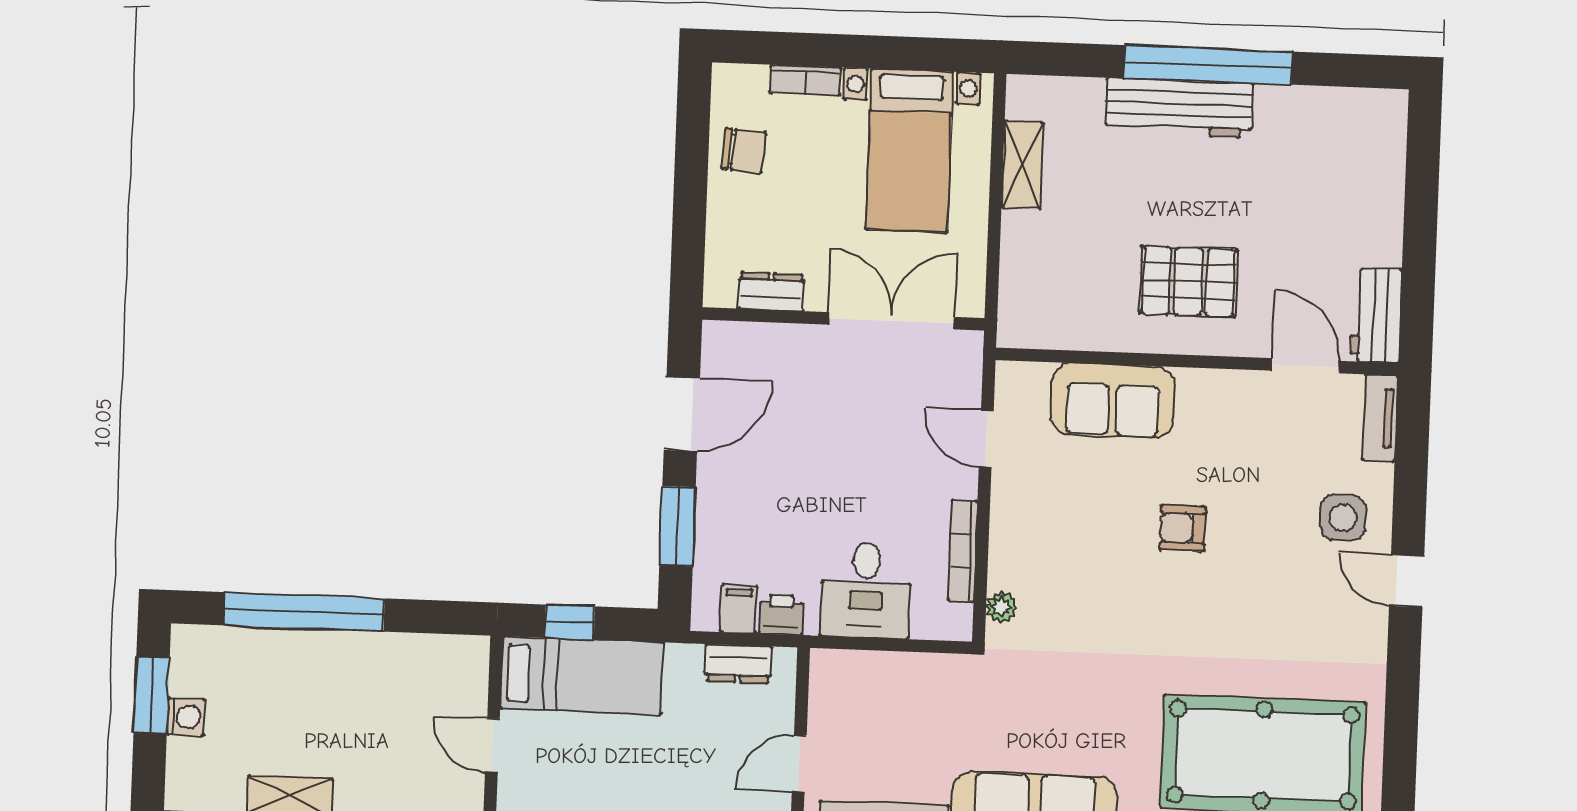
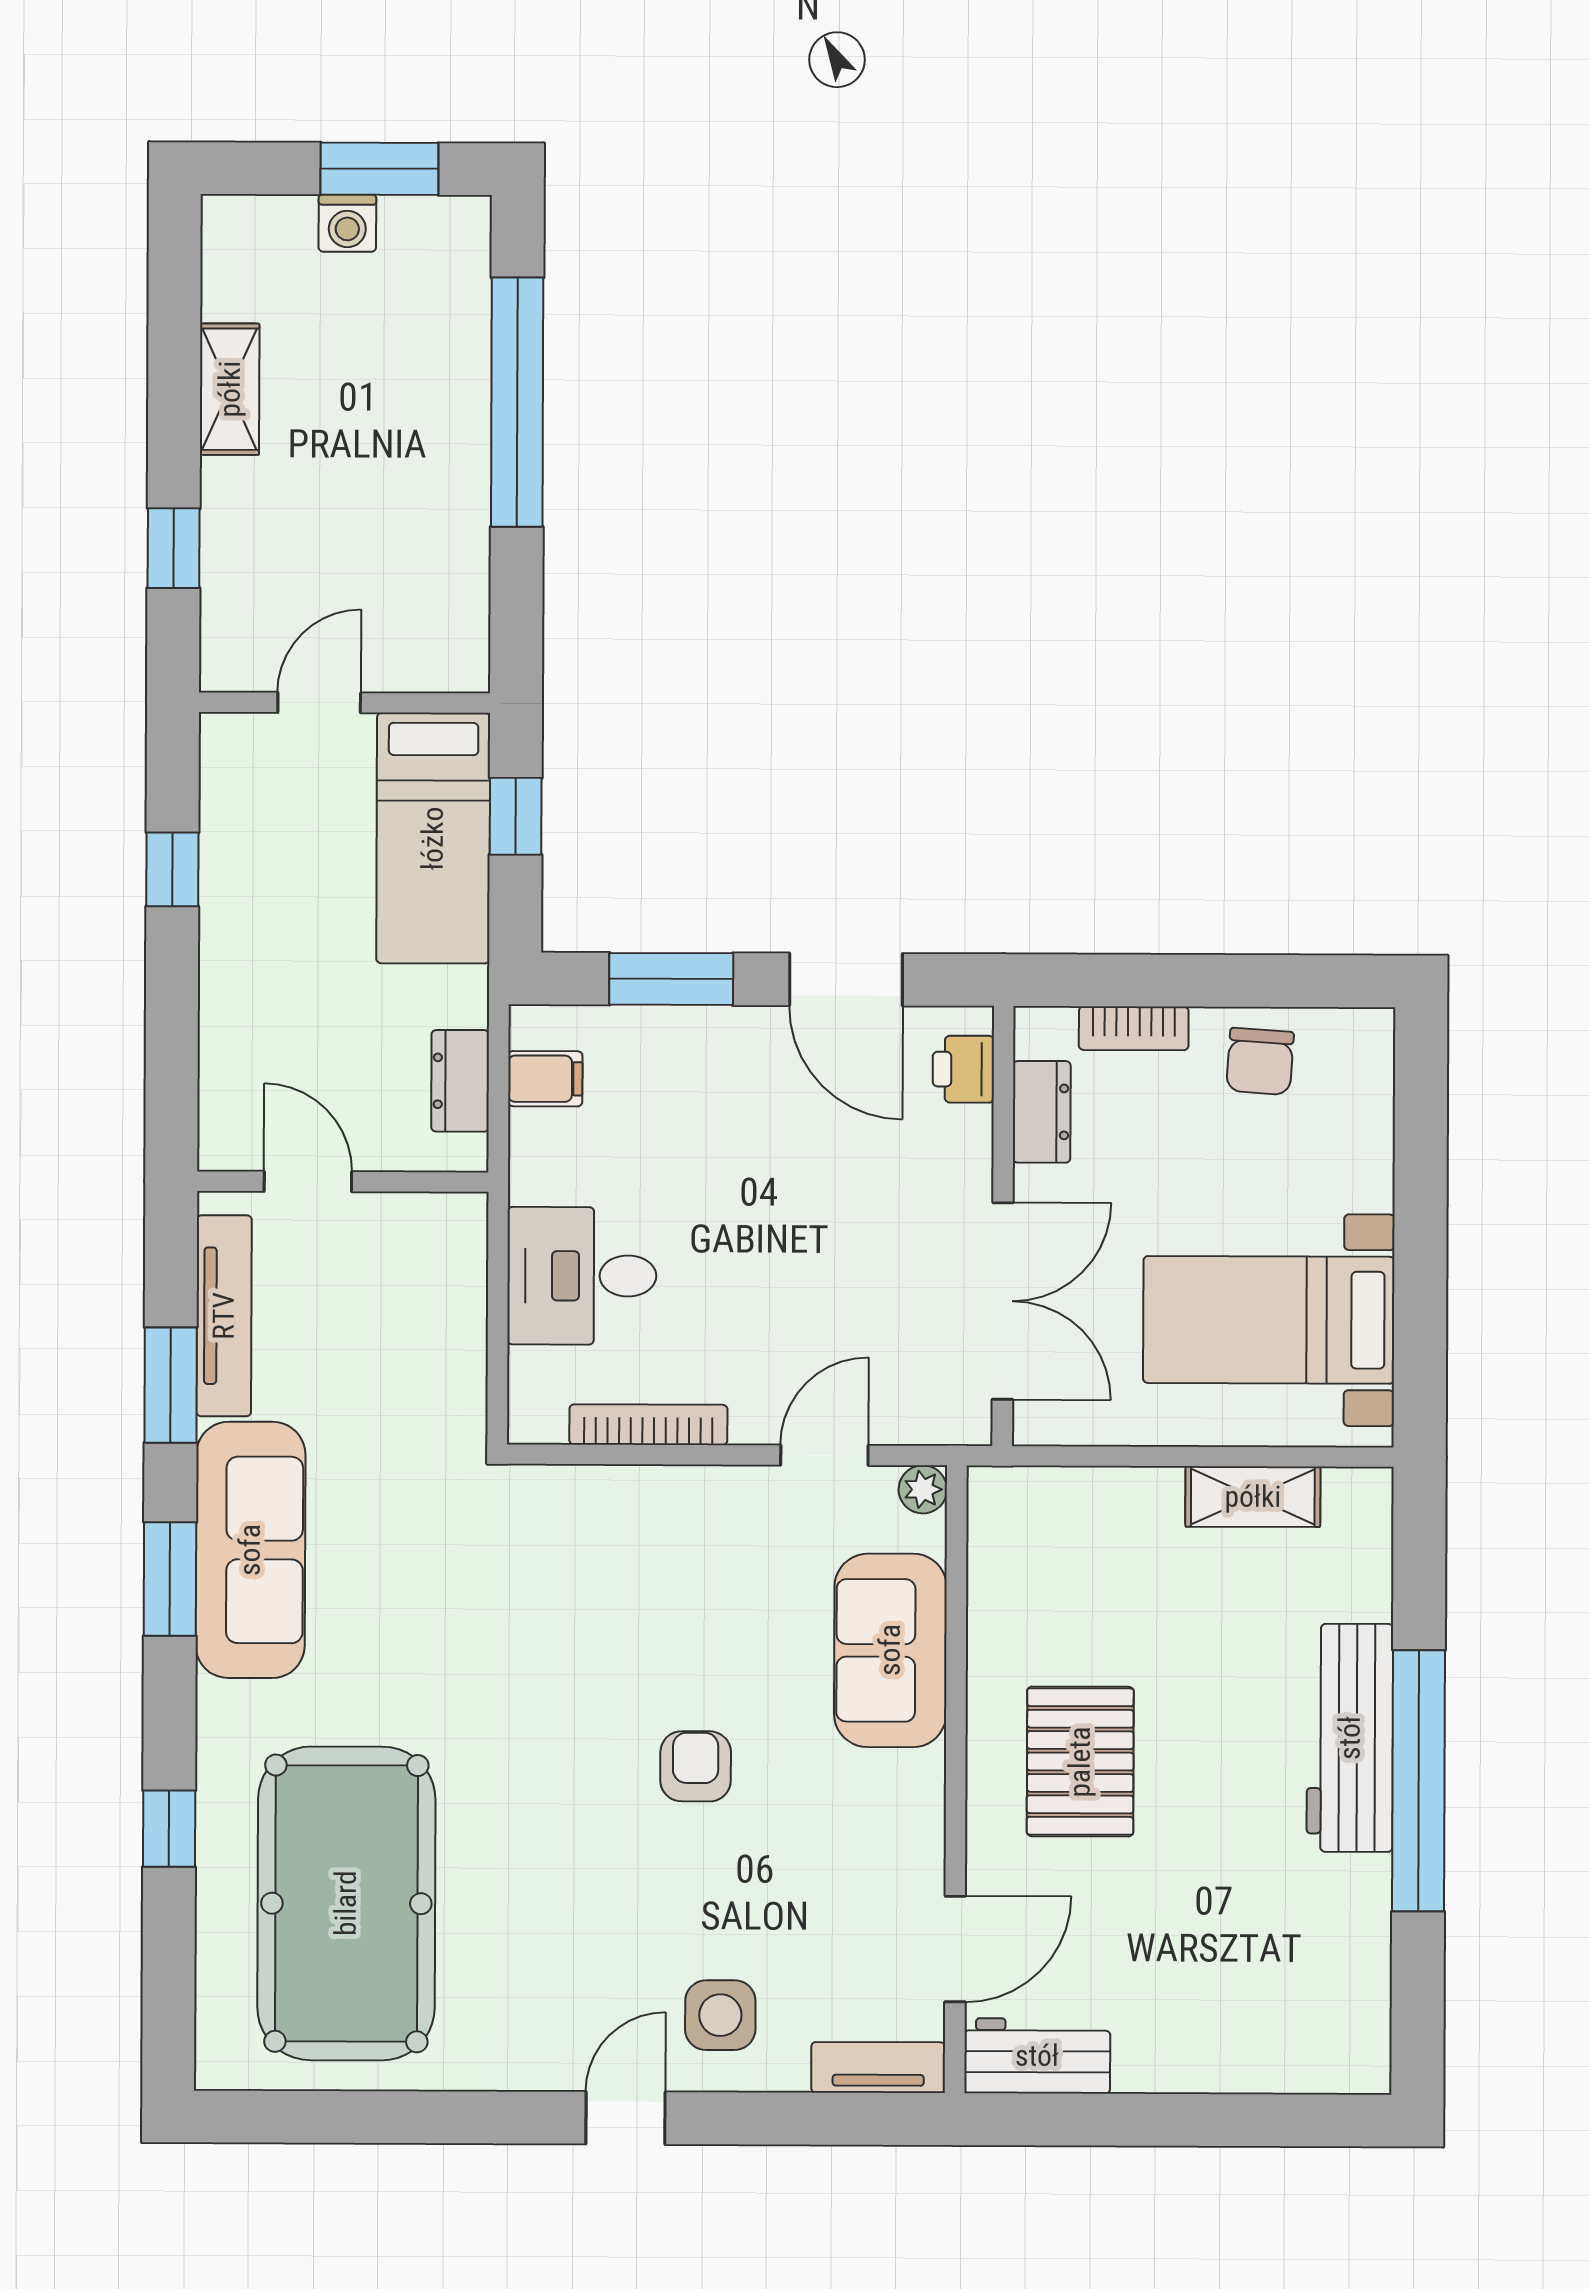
bookcase: (806, 80) -> (1134, 1028), moved, turned -90
plant: (1001, 607) -> (923, 1489), moved
printer: (781, 615) -> (963, 1069), moved, turned 180

